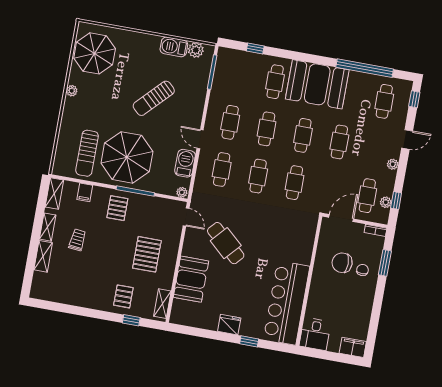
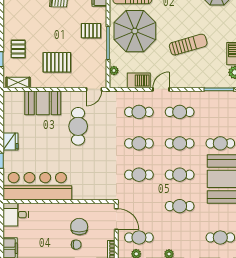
sun lounger: (154, 98) -> (188, 45), turned 120
plant: (182, 192) -> (114, 71), moved
cafe table: (226, 243) -> (78, 126), turned -42
pallet: (123, 296) -> (18, 49), turned 90

